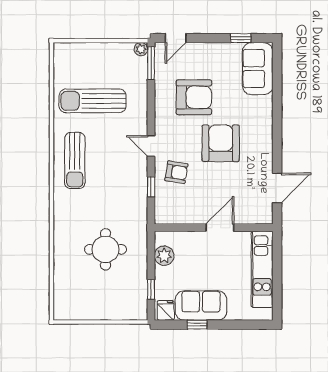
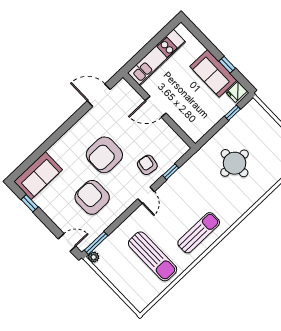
plant: (164, 256) -> (205, 124), removed

